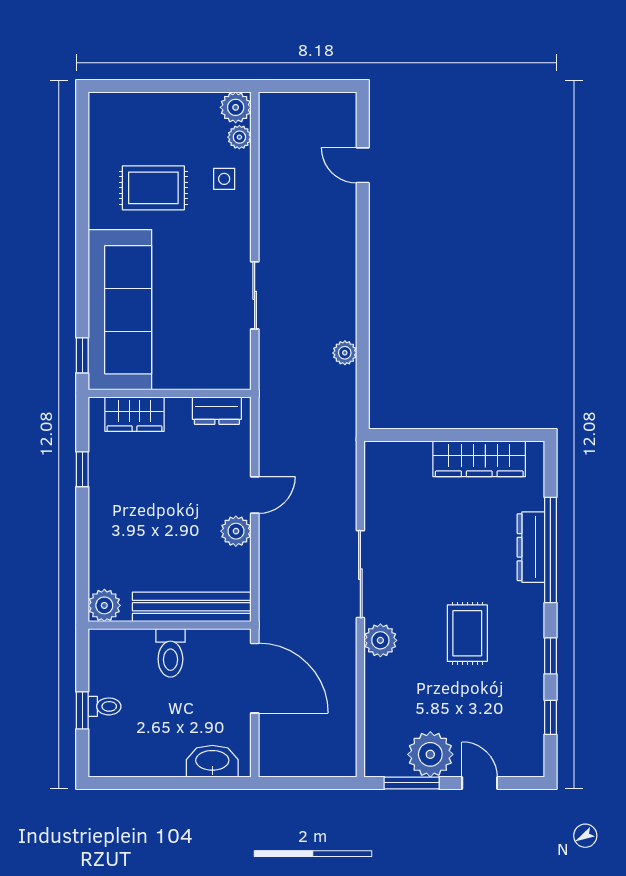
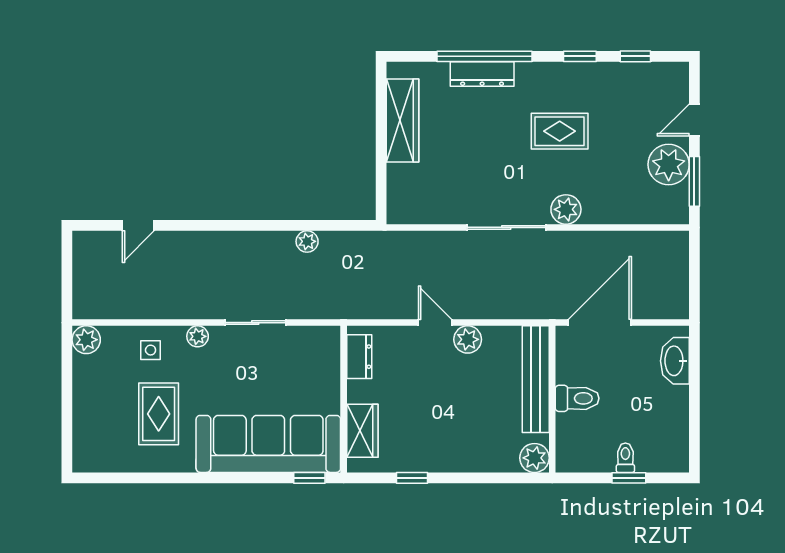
plant: (239, 137) -> (198, 336), moved

